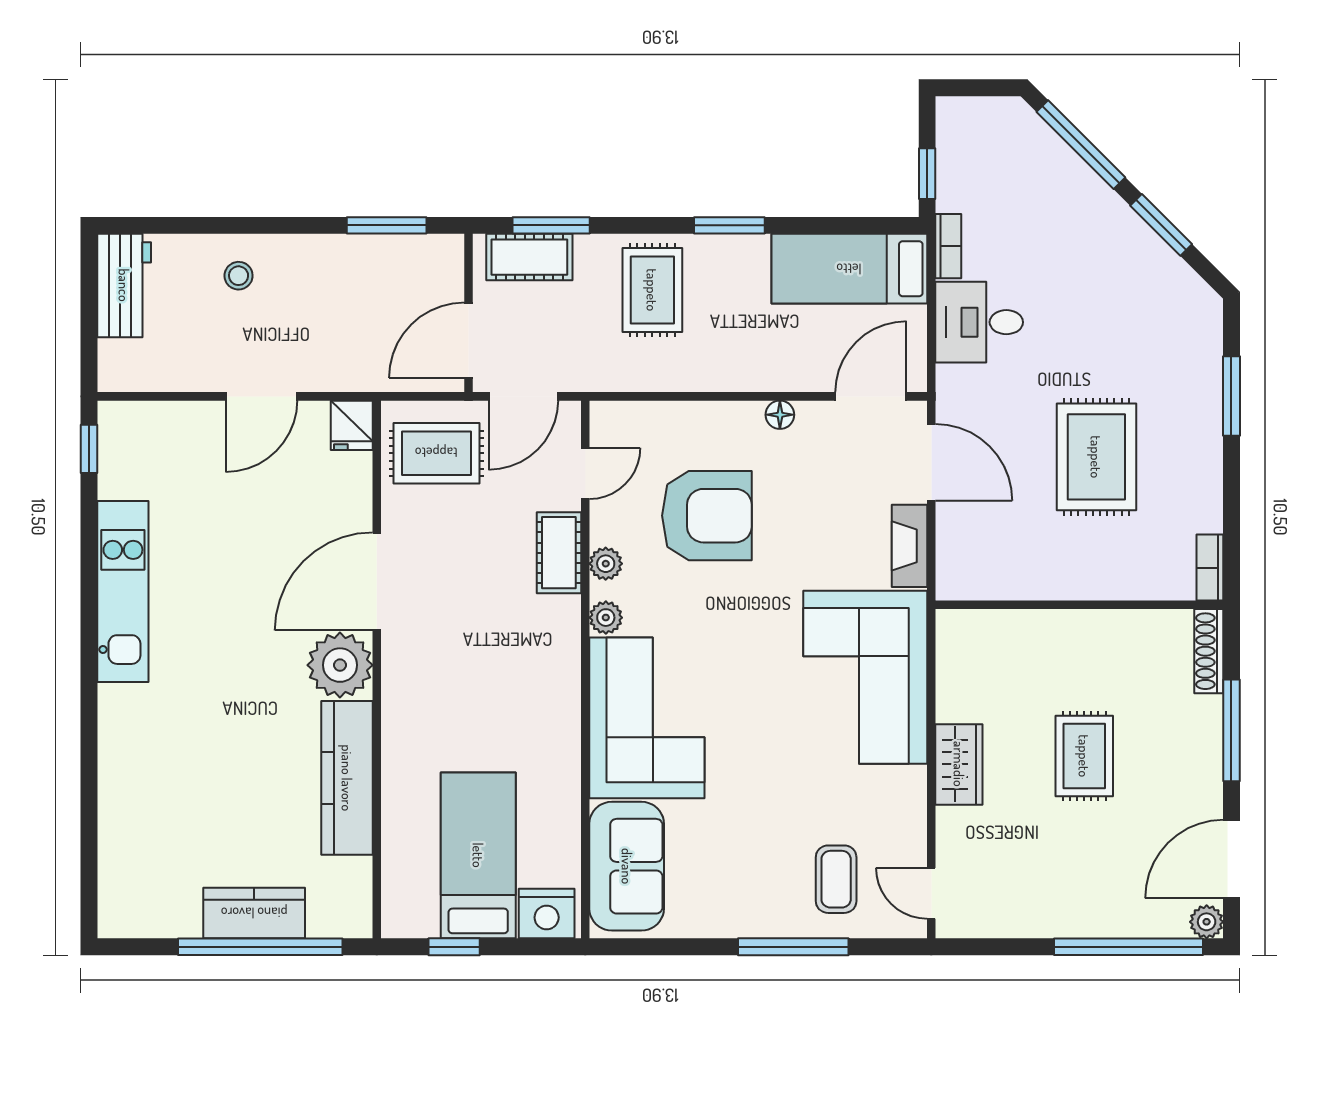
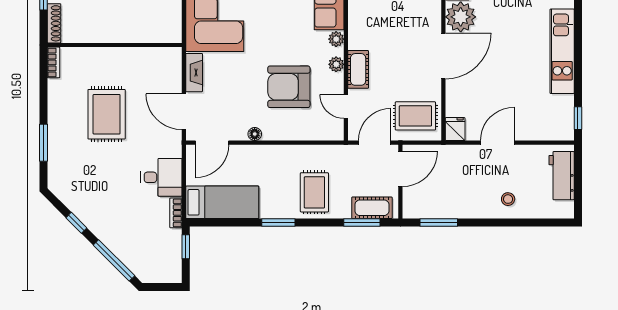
window: (1161, 225) -> (76, 223), width x0.67
workbench: (124, 285) -> (562, 176), moved
door: (585, 473) -> (346, 107), hinge flipped

